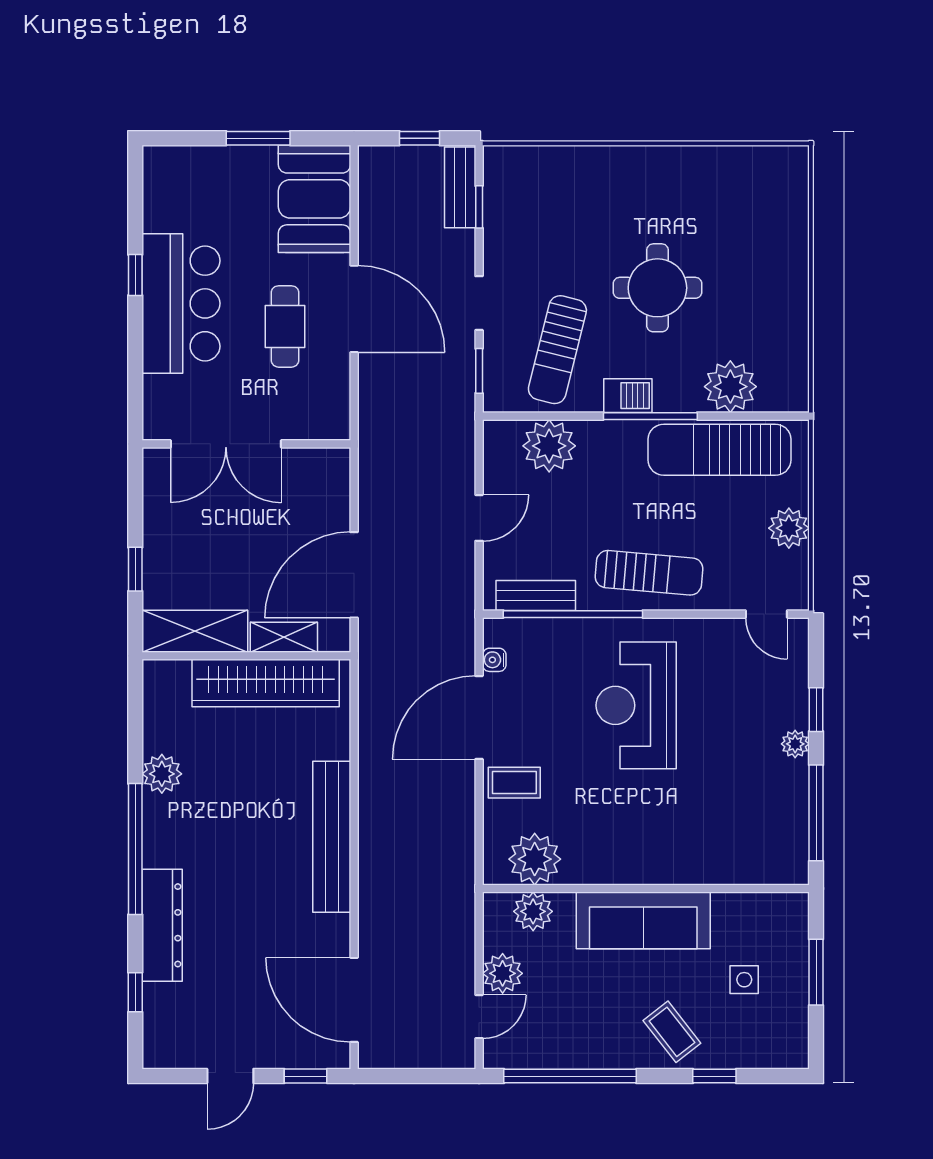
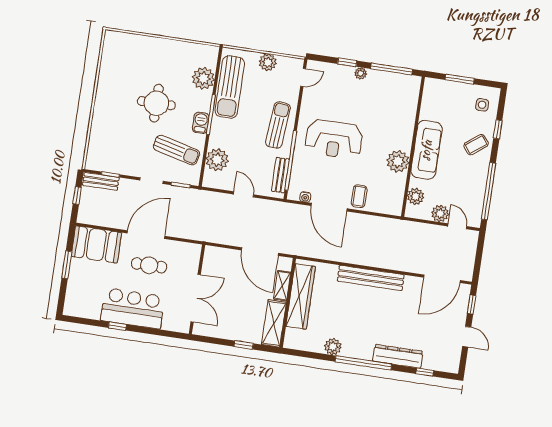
plant: (535, 859) -> (398, 161), moved
side table: (744, 980) -> (482, 105), moved

